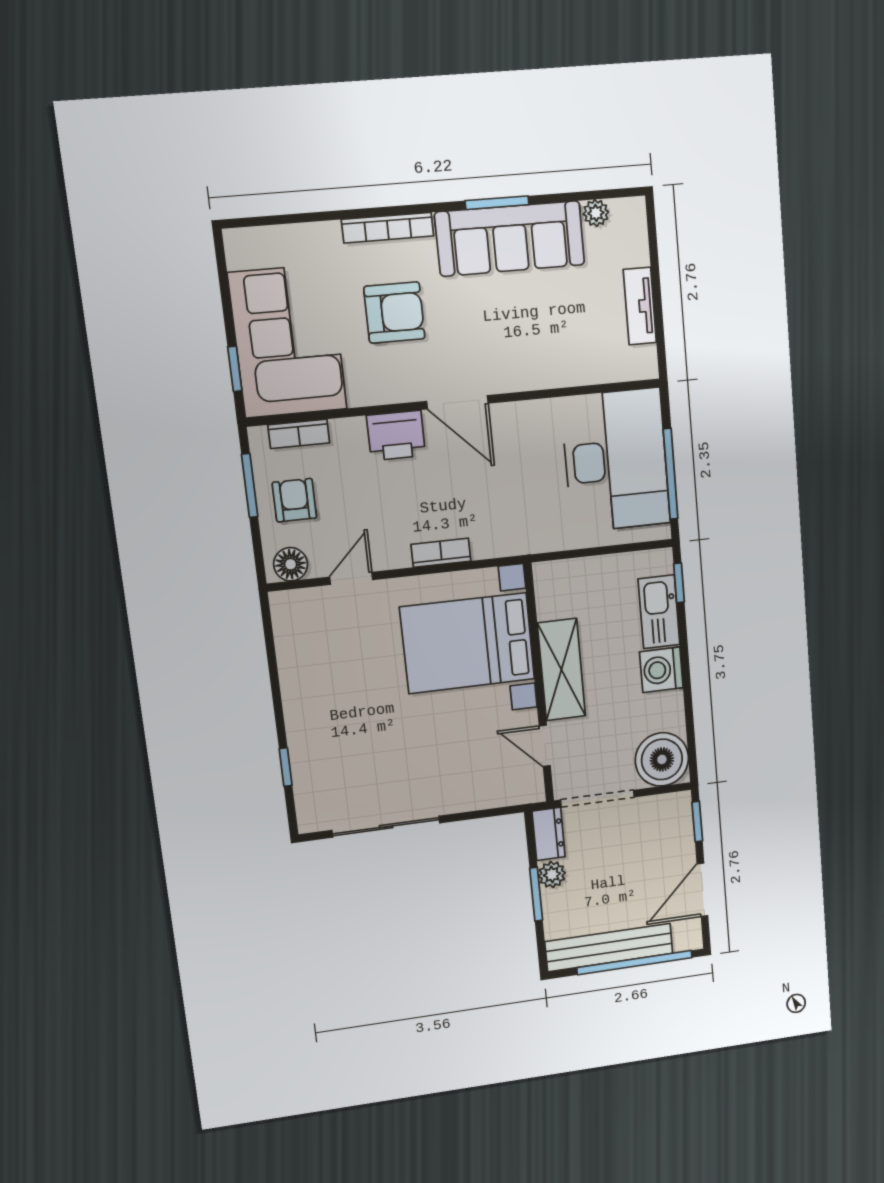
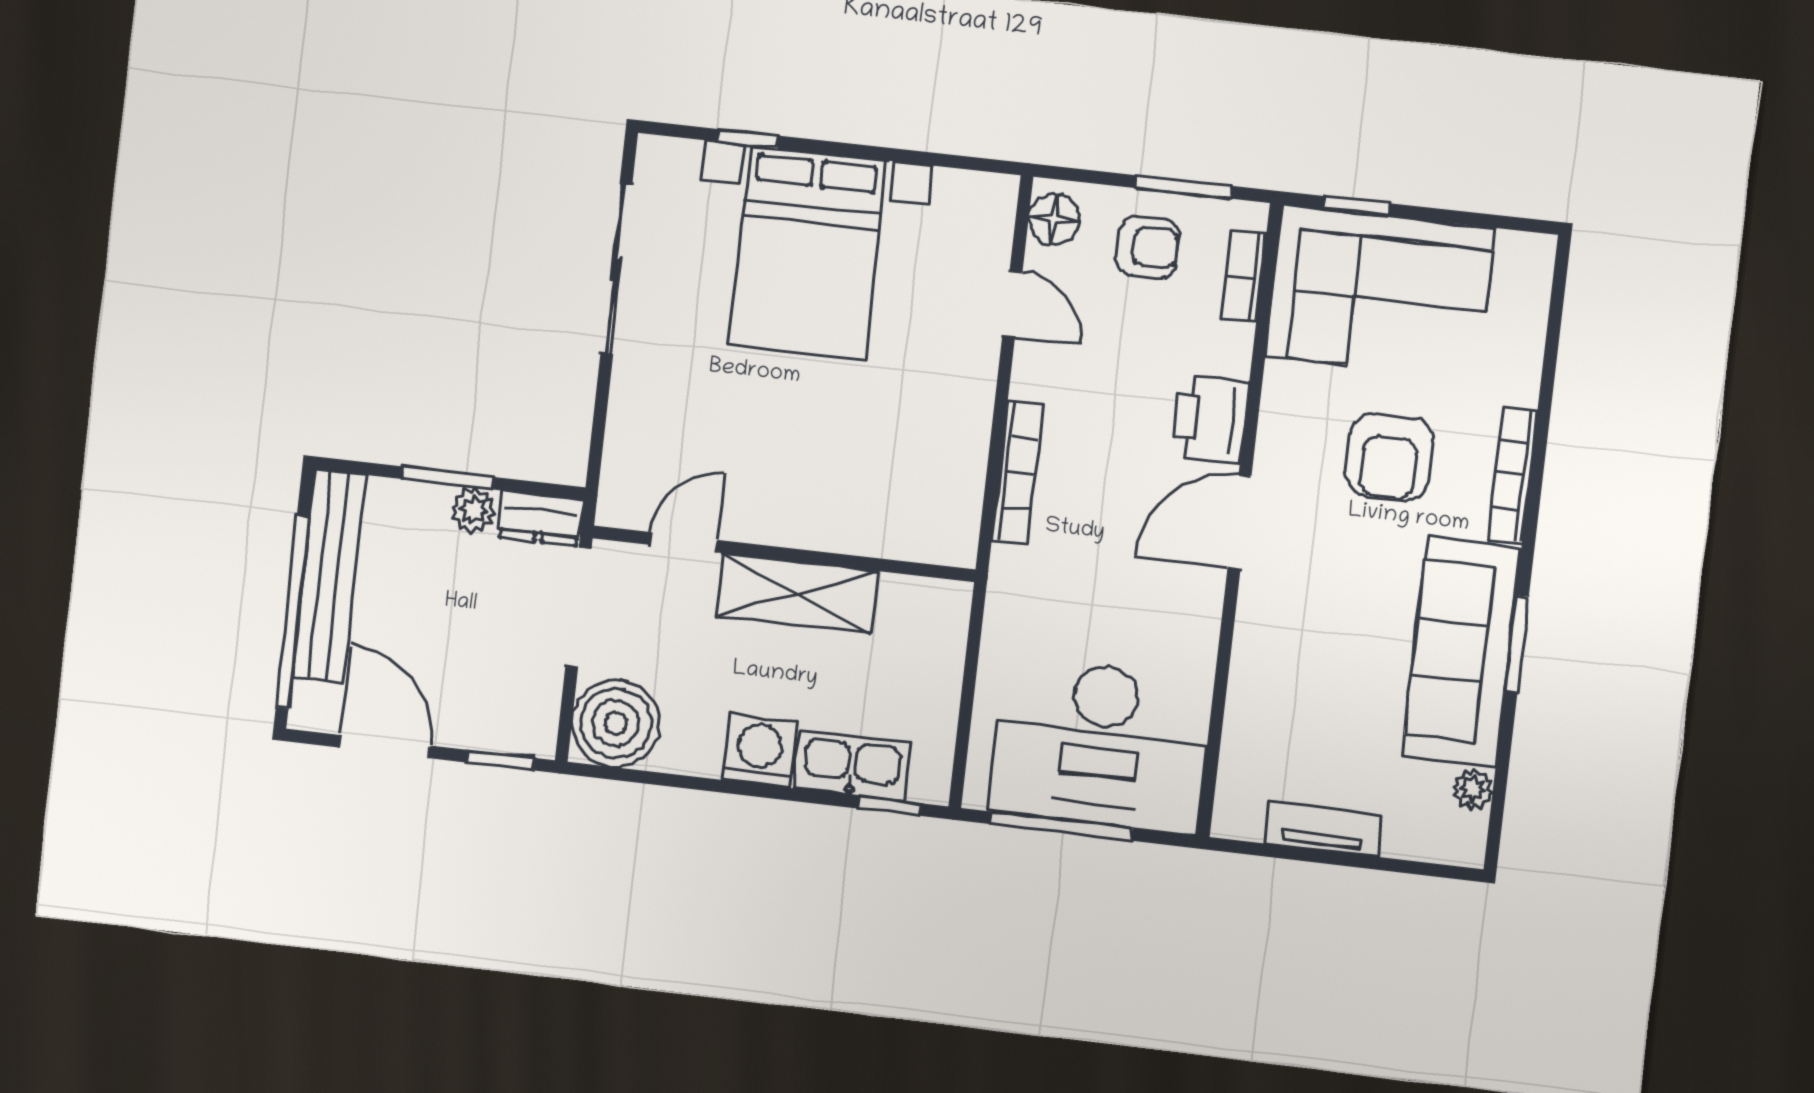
bookcase: (441, 553) -> (1018, 472), width x1.56
bed with nightstands: (468, 643) -> (808, 252), moved, turned 180

